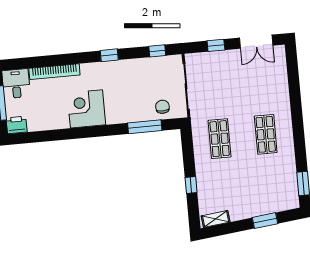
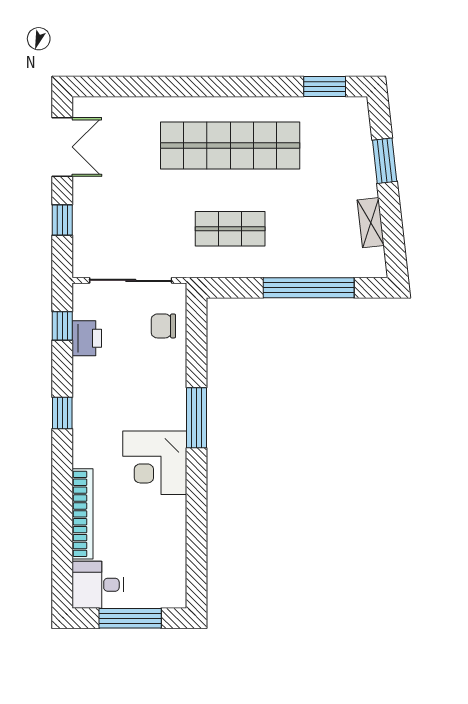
printer: (17, 125) -> (87, 338), moved, turned 180
window: (145, 127) -> (196, 418), moved
shop shelf: (266, 134) -> (230, 145), width x2.00, depth x1.36
window: (191, 185) -> (309, 288), width x3.17
shelving: (216, 219) -> (371, 223), moved

